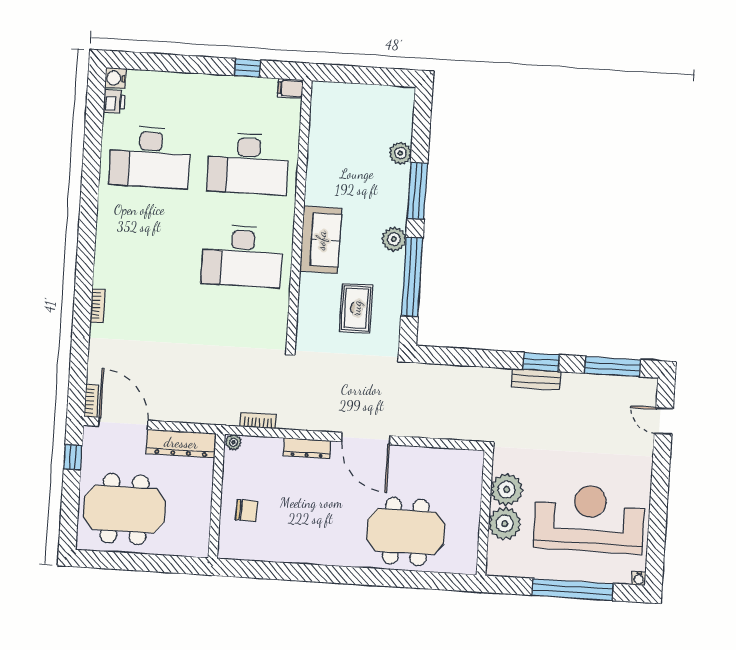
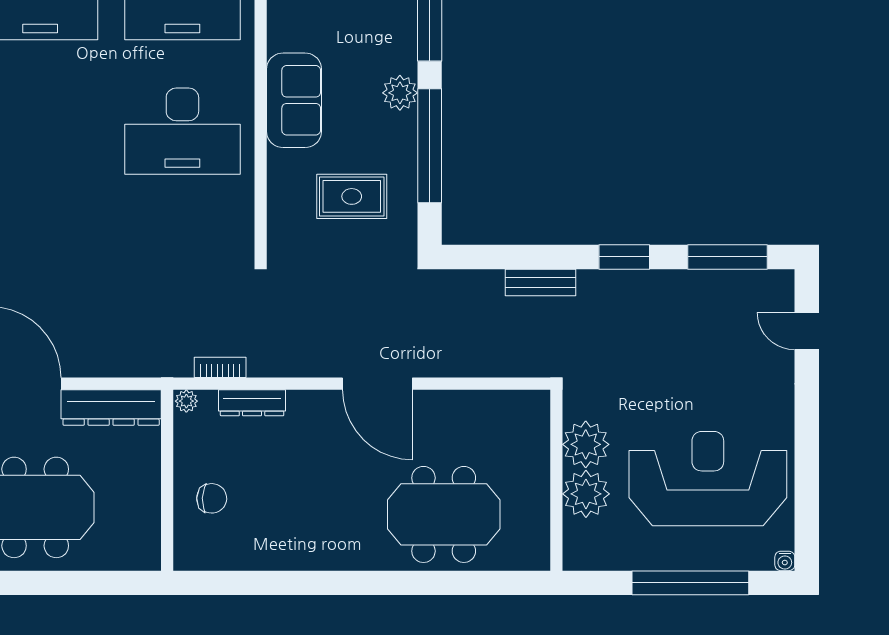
rug: (356, 308) -> (352, 196), turned 90
bench: (536, 379) -> (541, 282), moved
dresser: (307, 448) -> (252, 403), moved

